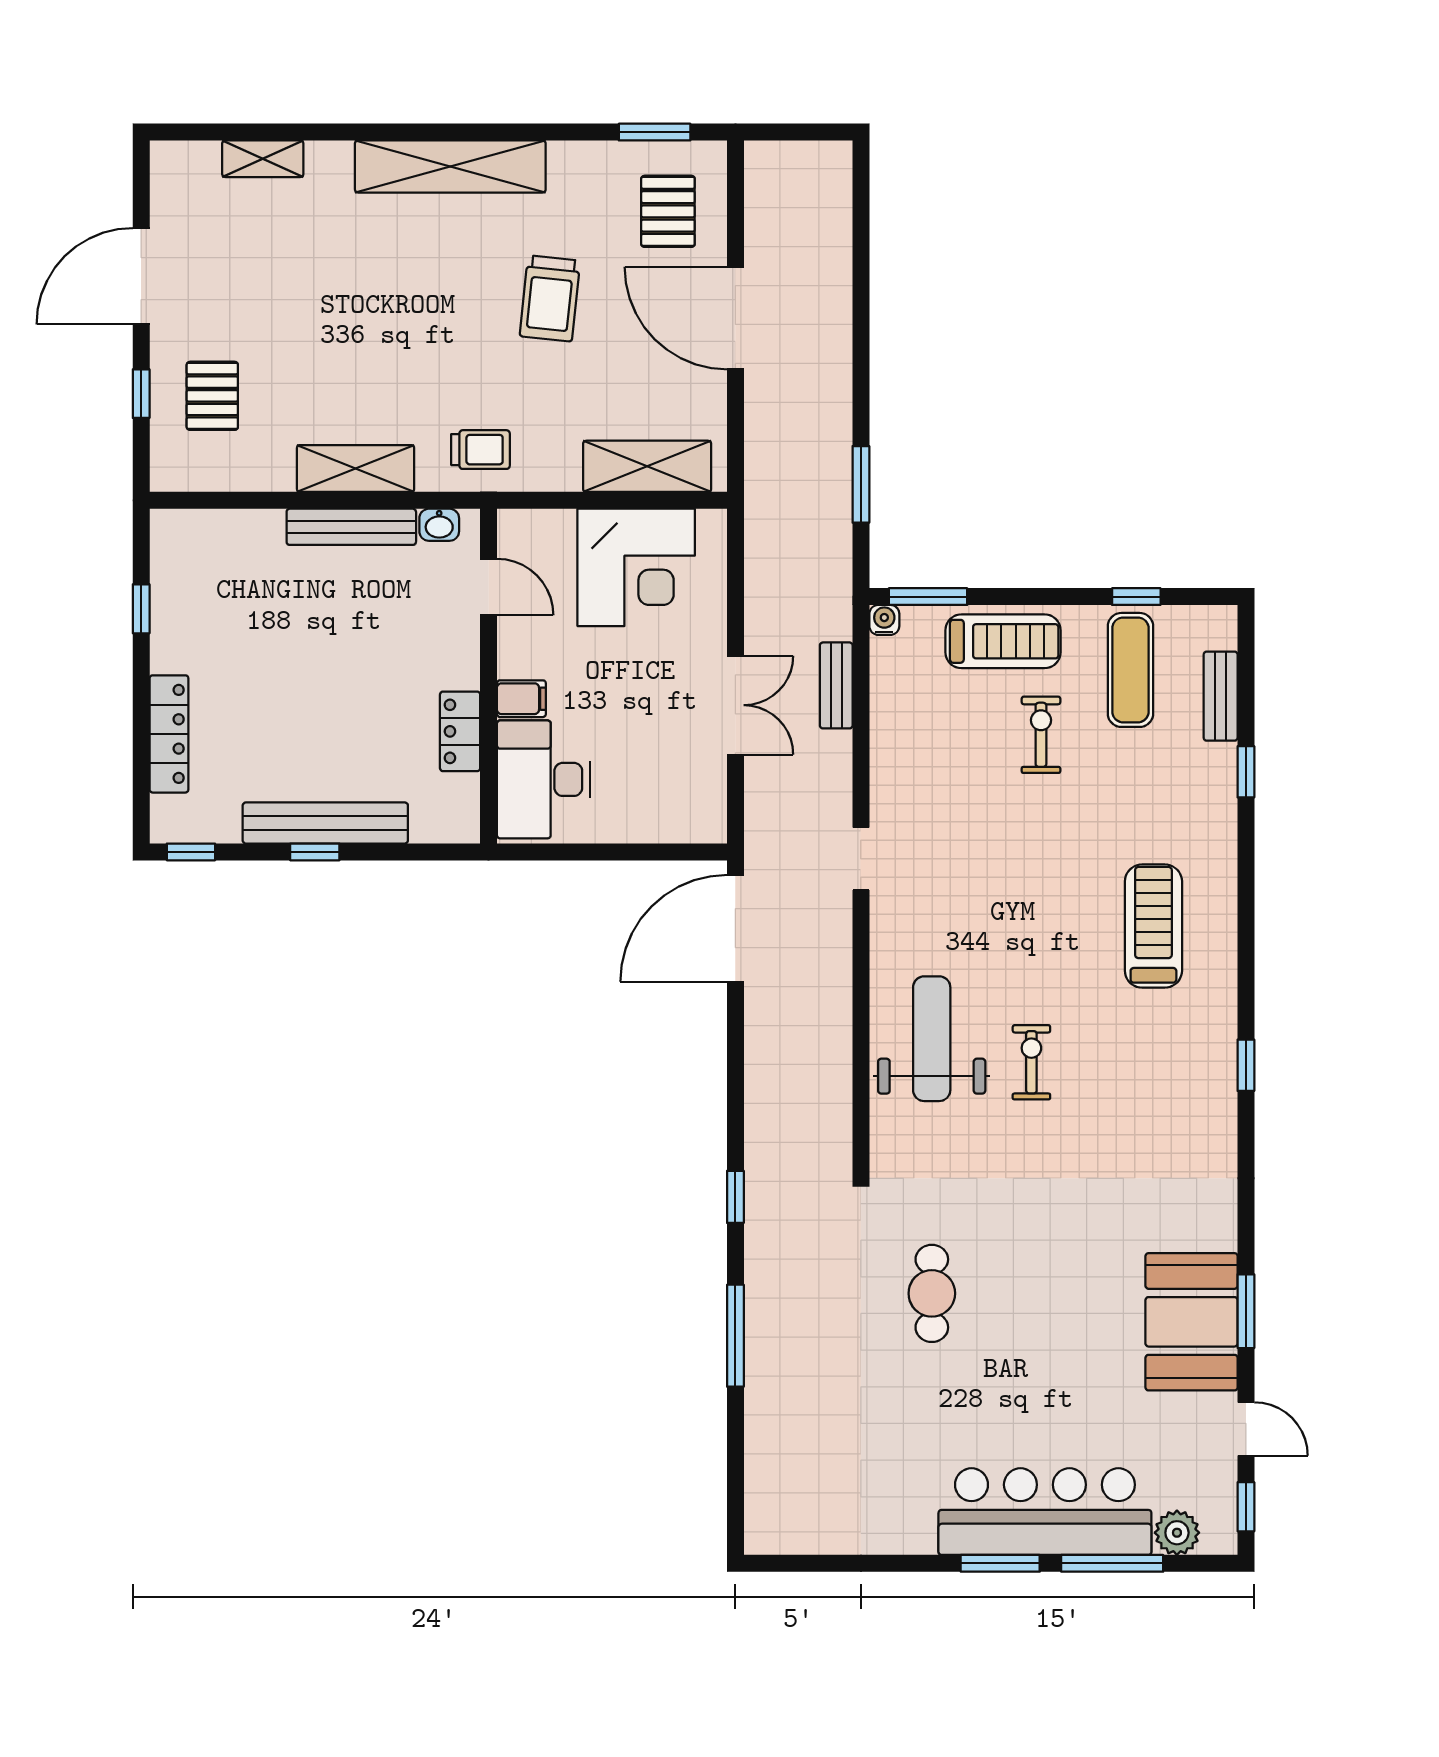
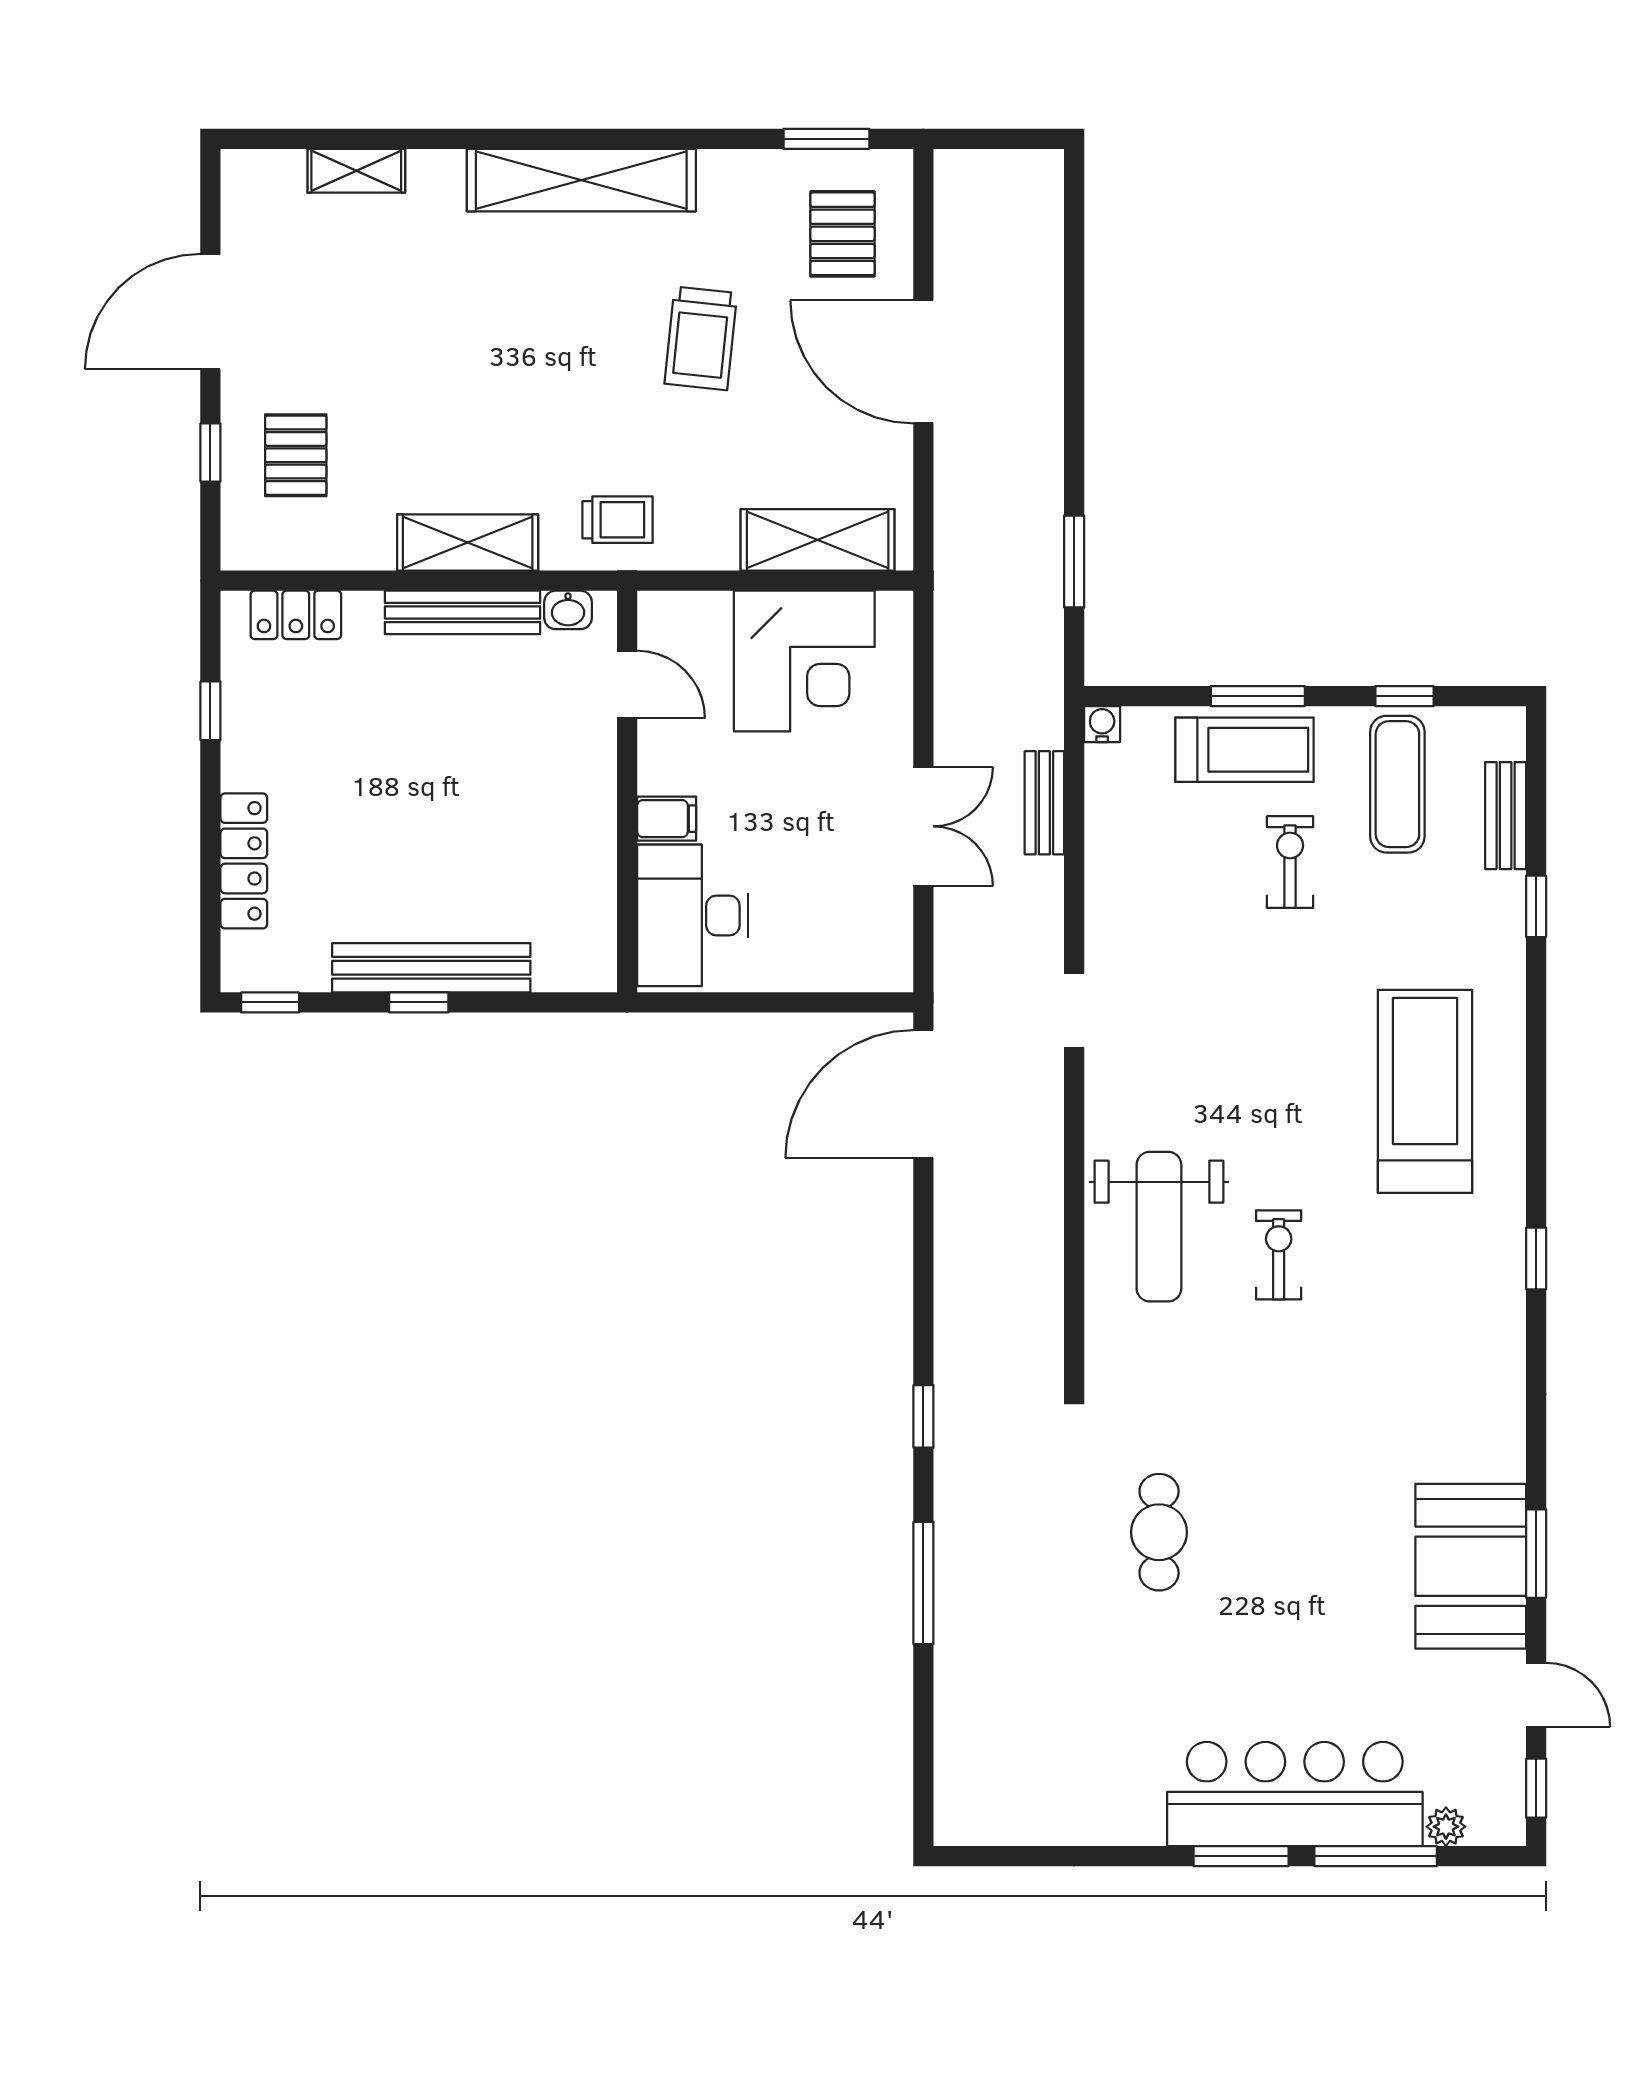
window: (928, 597) -> (1258, 696), moved
locker: (460, 731) -> (296, 615), moved, turned -90
treadmill: (1153, 926) -> (1425, 1091), width x1.37, depth x1.38
weight bench: (932, 1039) -> (1159, 1227), turned 180
plant: (1177, 1533) -> (1446, 1827), width x0.73, depth x0.73

